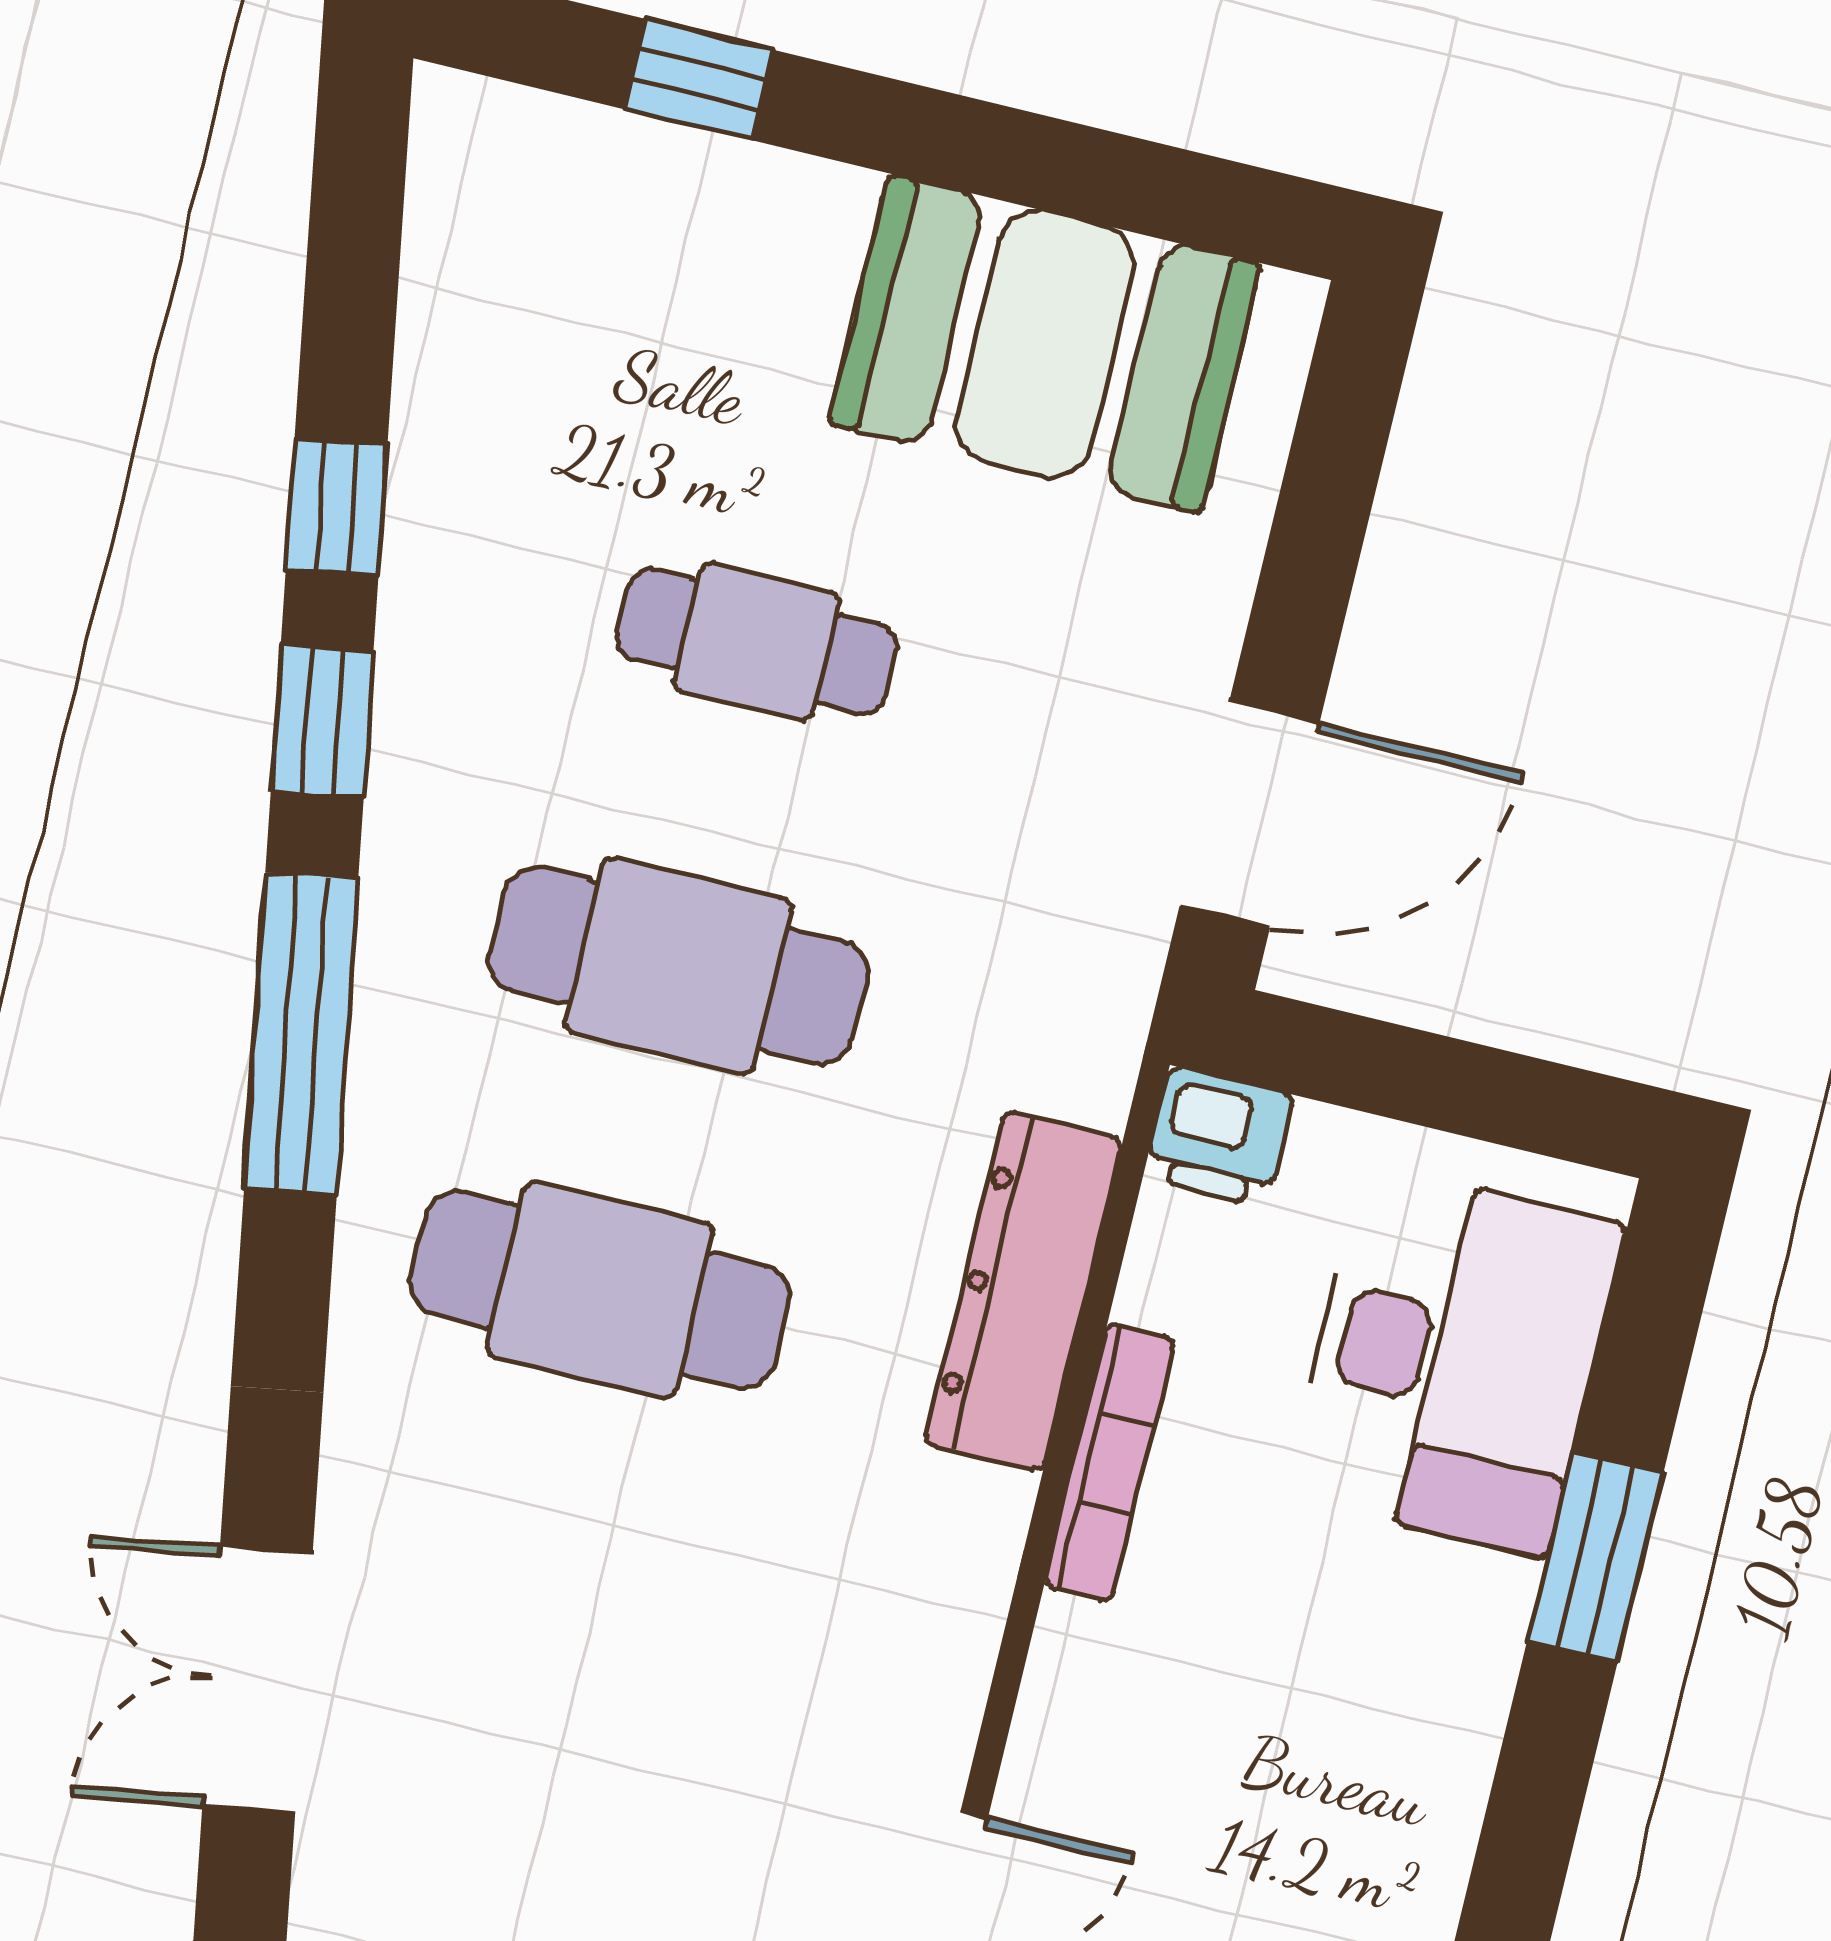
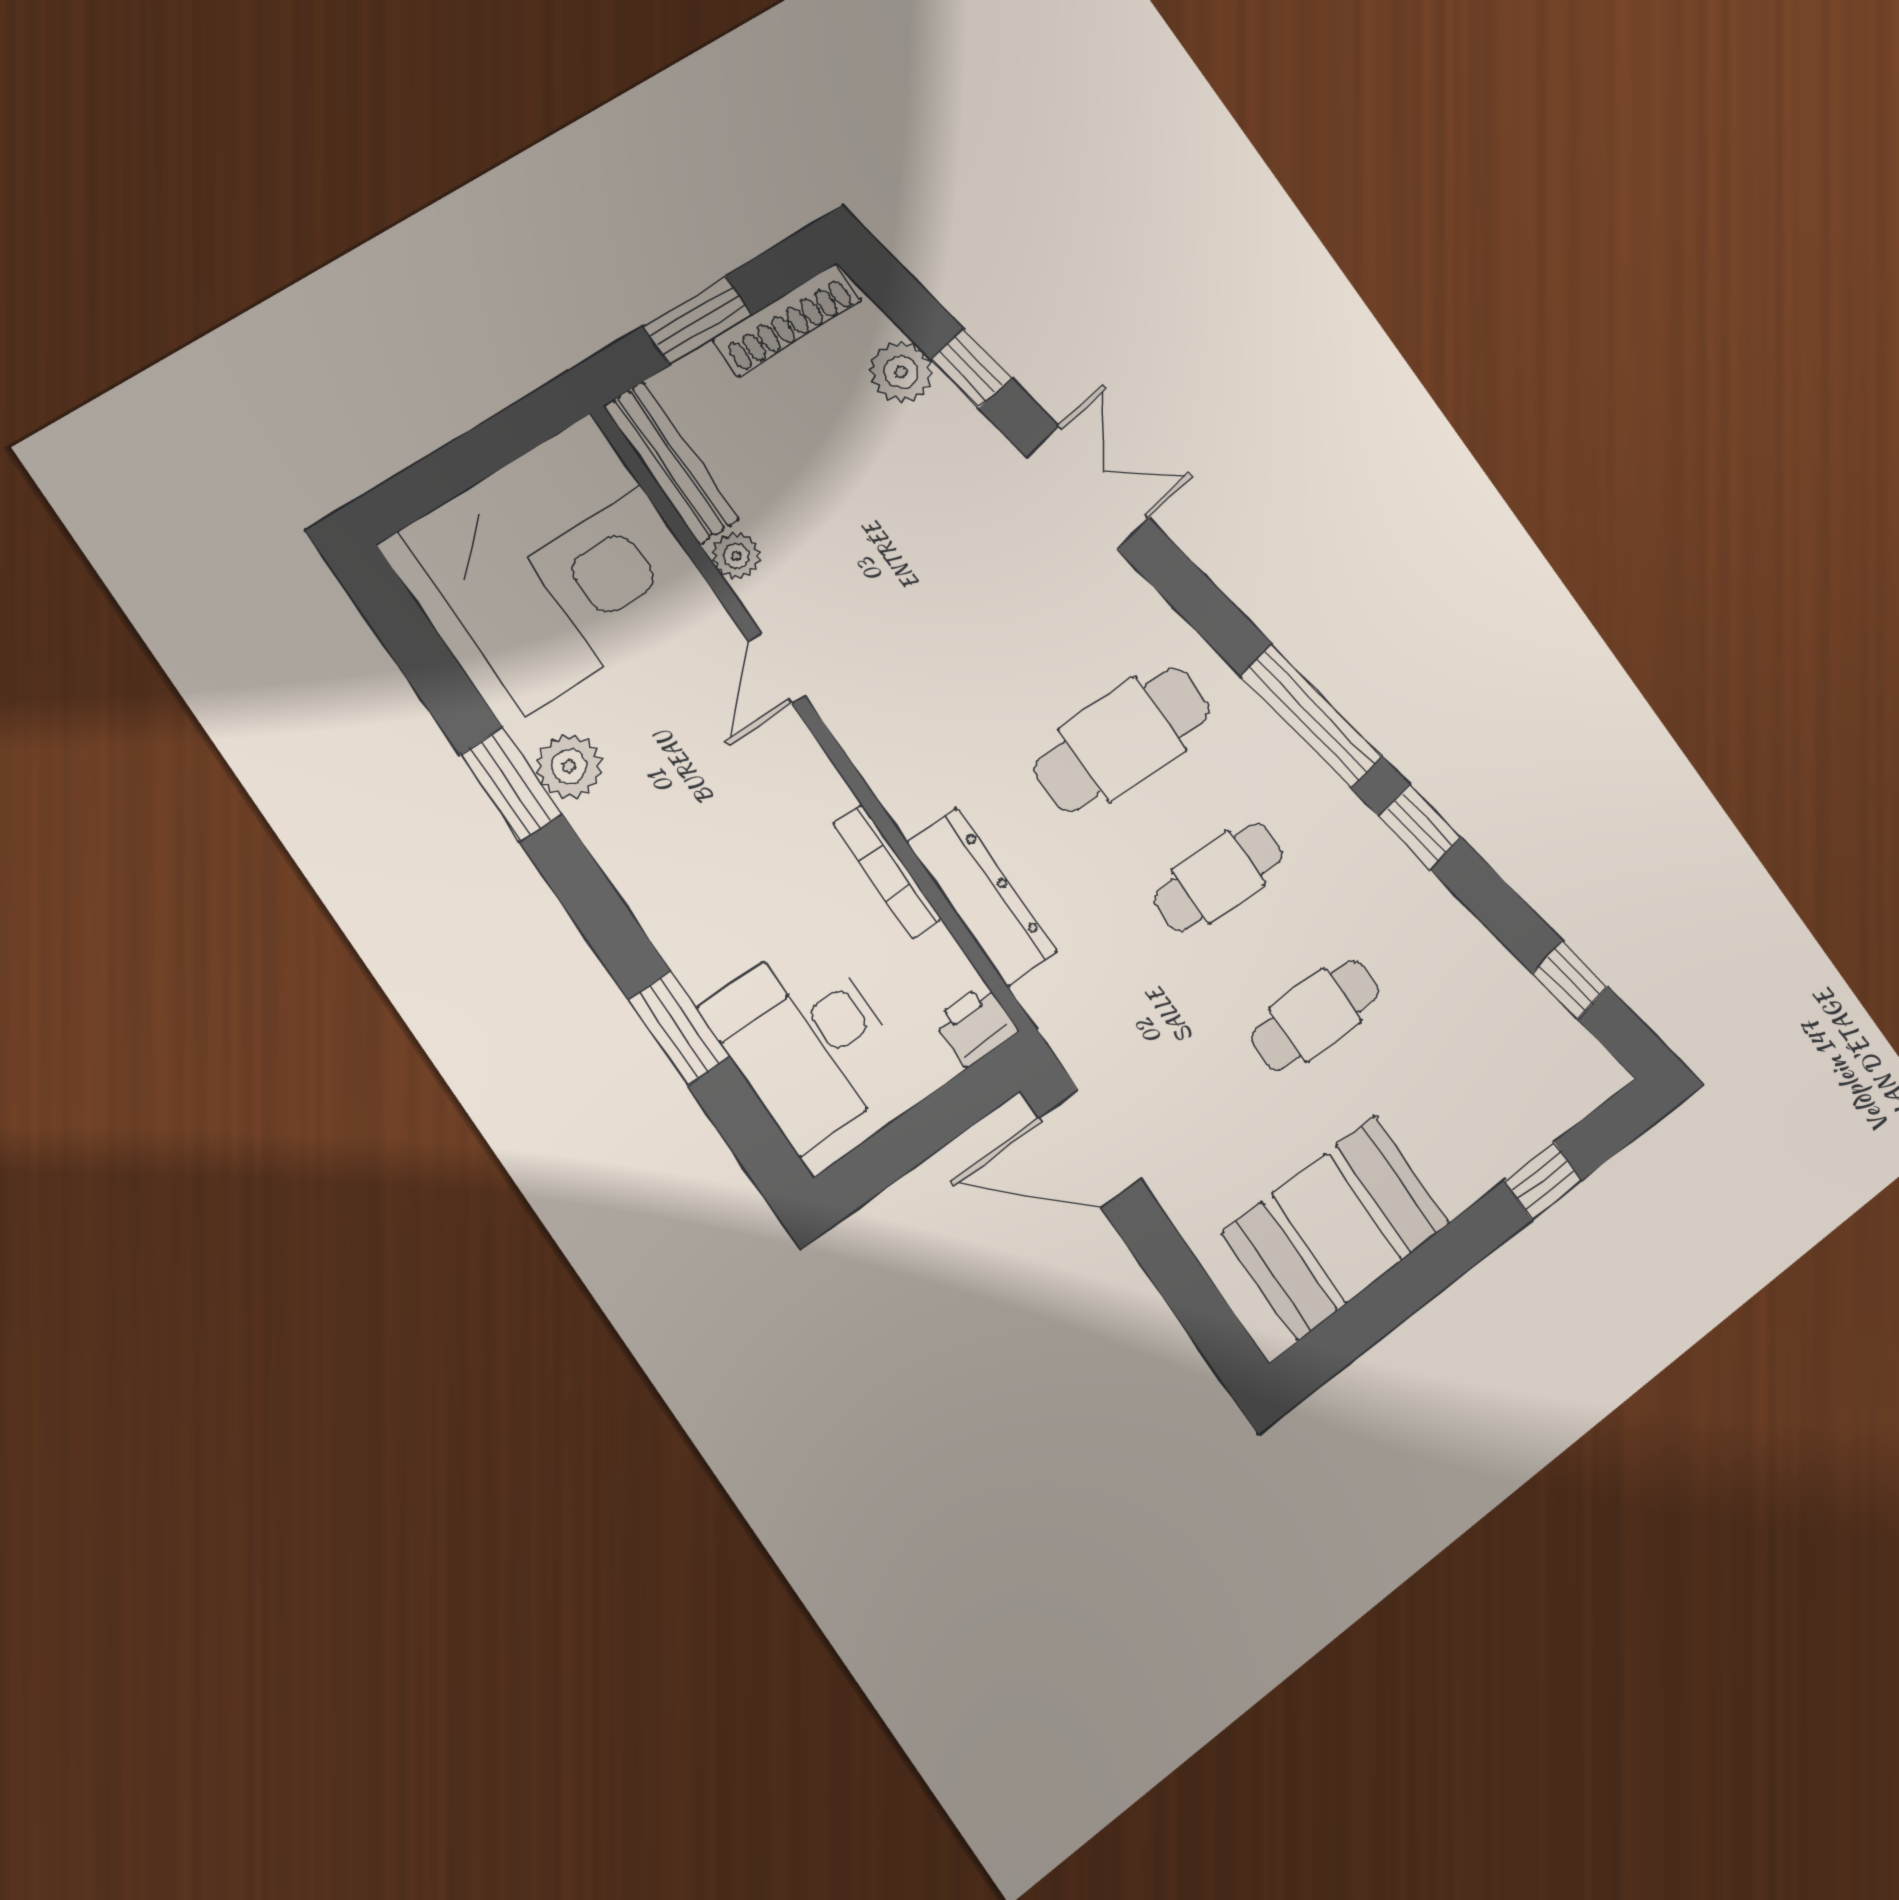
window: (337, 507) -> (1570, 980), moved
door: (1250, 814) -> (1090, 1148), hinge flipped
cafe table: (678, 966) -> (1219, 877), width x0.73, depth x0.74

